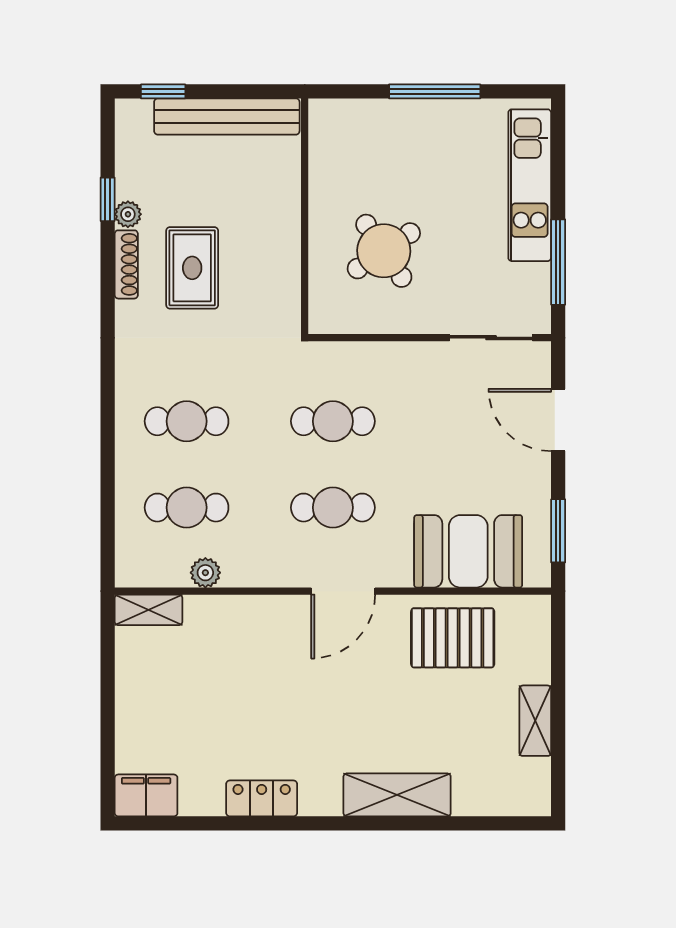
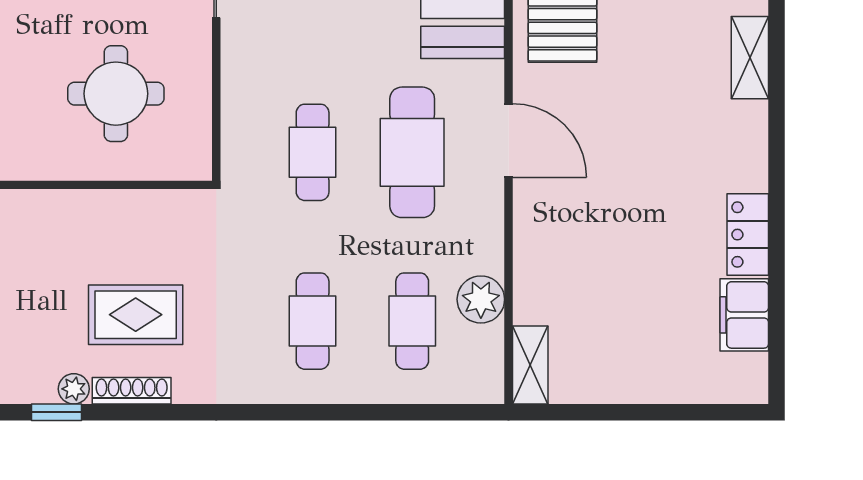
round table: (384, 251) -> (116, 94), turned 34
cafe table: (333, 508) -> (412, 152), width x1.37, depth x1.35
plant: (205, 573) -> (481, 299), width x1.38, depth x1.38
filing cabinet: (146, 795) -> (744, 315), moved
shelving: (397, 795) -> (750, 58), width x0.67, depth x0.75

